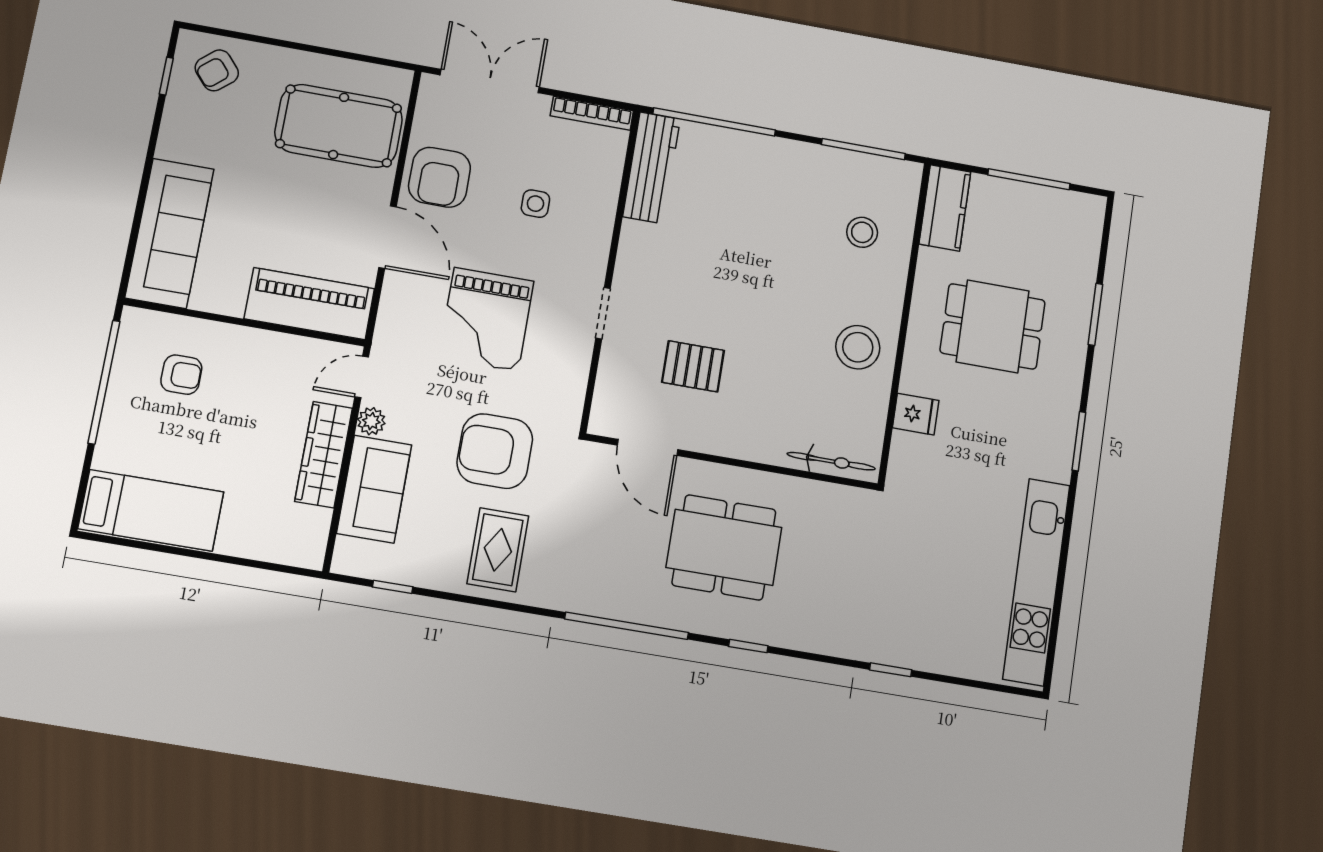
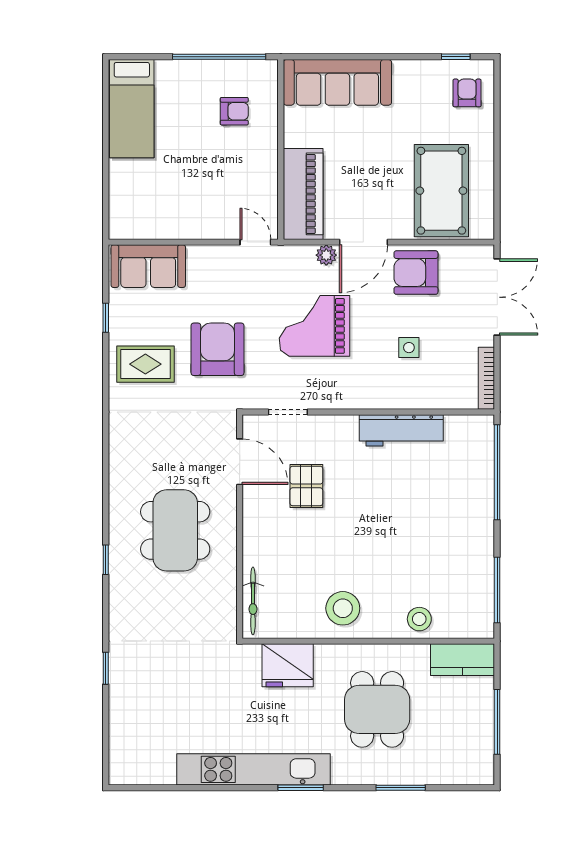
armchair: (217, 70) -> (467, 93), turned 41
workbench: (652, 168) -> (401, 430), moved
stool: (862, 232) -> (419, 619), moved
doorway: (603, 313) -> (288, 412), moved
armchair: (181, 375) -> (234, 111), turned -90
fridge: (916, 414) -> (288, 665), width x1.88, depth x1.34
plant: (371, 421) -> (326, 255), moved
door: (648, 447) -> (240, 462), swing flipped
wardrobe: (324, 455) -> (193, 225), removed
sofa: (374, 489) -> (148, 266), moved
kitchen unit: (1036, 582) -> (254, 769), moved
window: (393, 587) -> (106, 318), moved
window: (627, 626) -> (106, 468), removed

